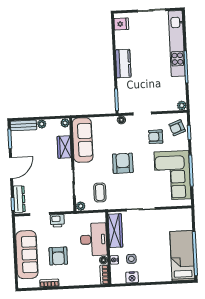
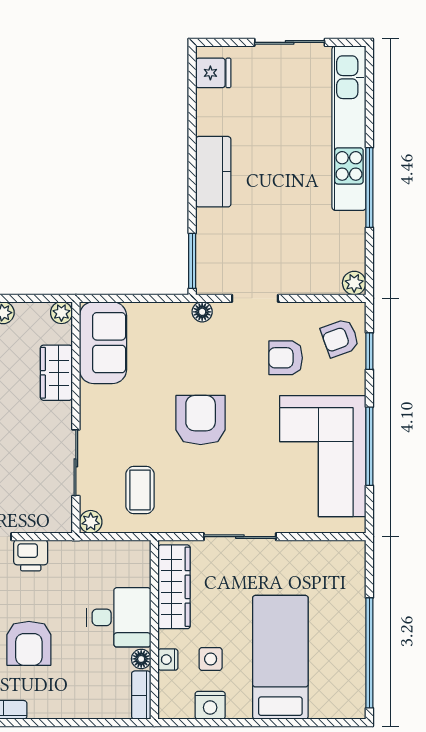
sofa: (83, 140) -> (103, 343), width x0.73
desk: (94, 239) -> (119, 617), width x0.73
bed: (182, 256) -> (280, 657), moved

